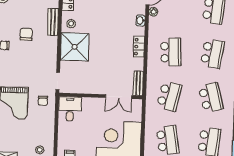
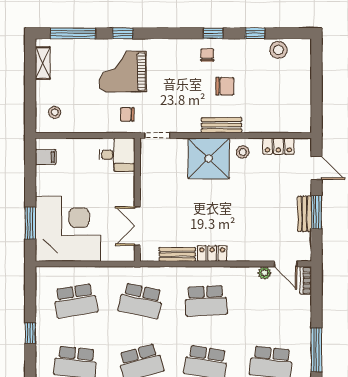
washbasin: (141, 20) -> (251, 255), removed
bench: (53, 22) -> (221, 125), moved
bench: (138, 83) -> (177, 254), moved

